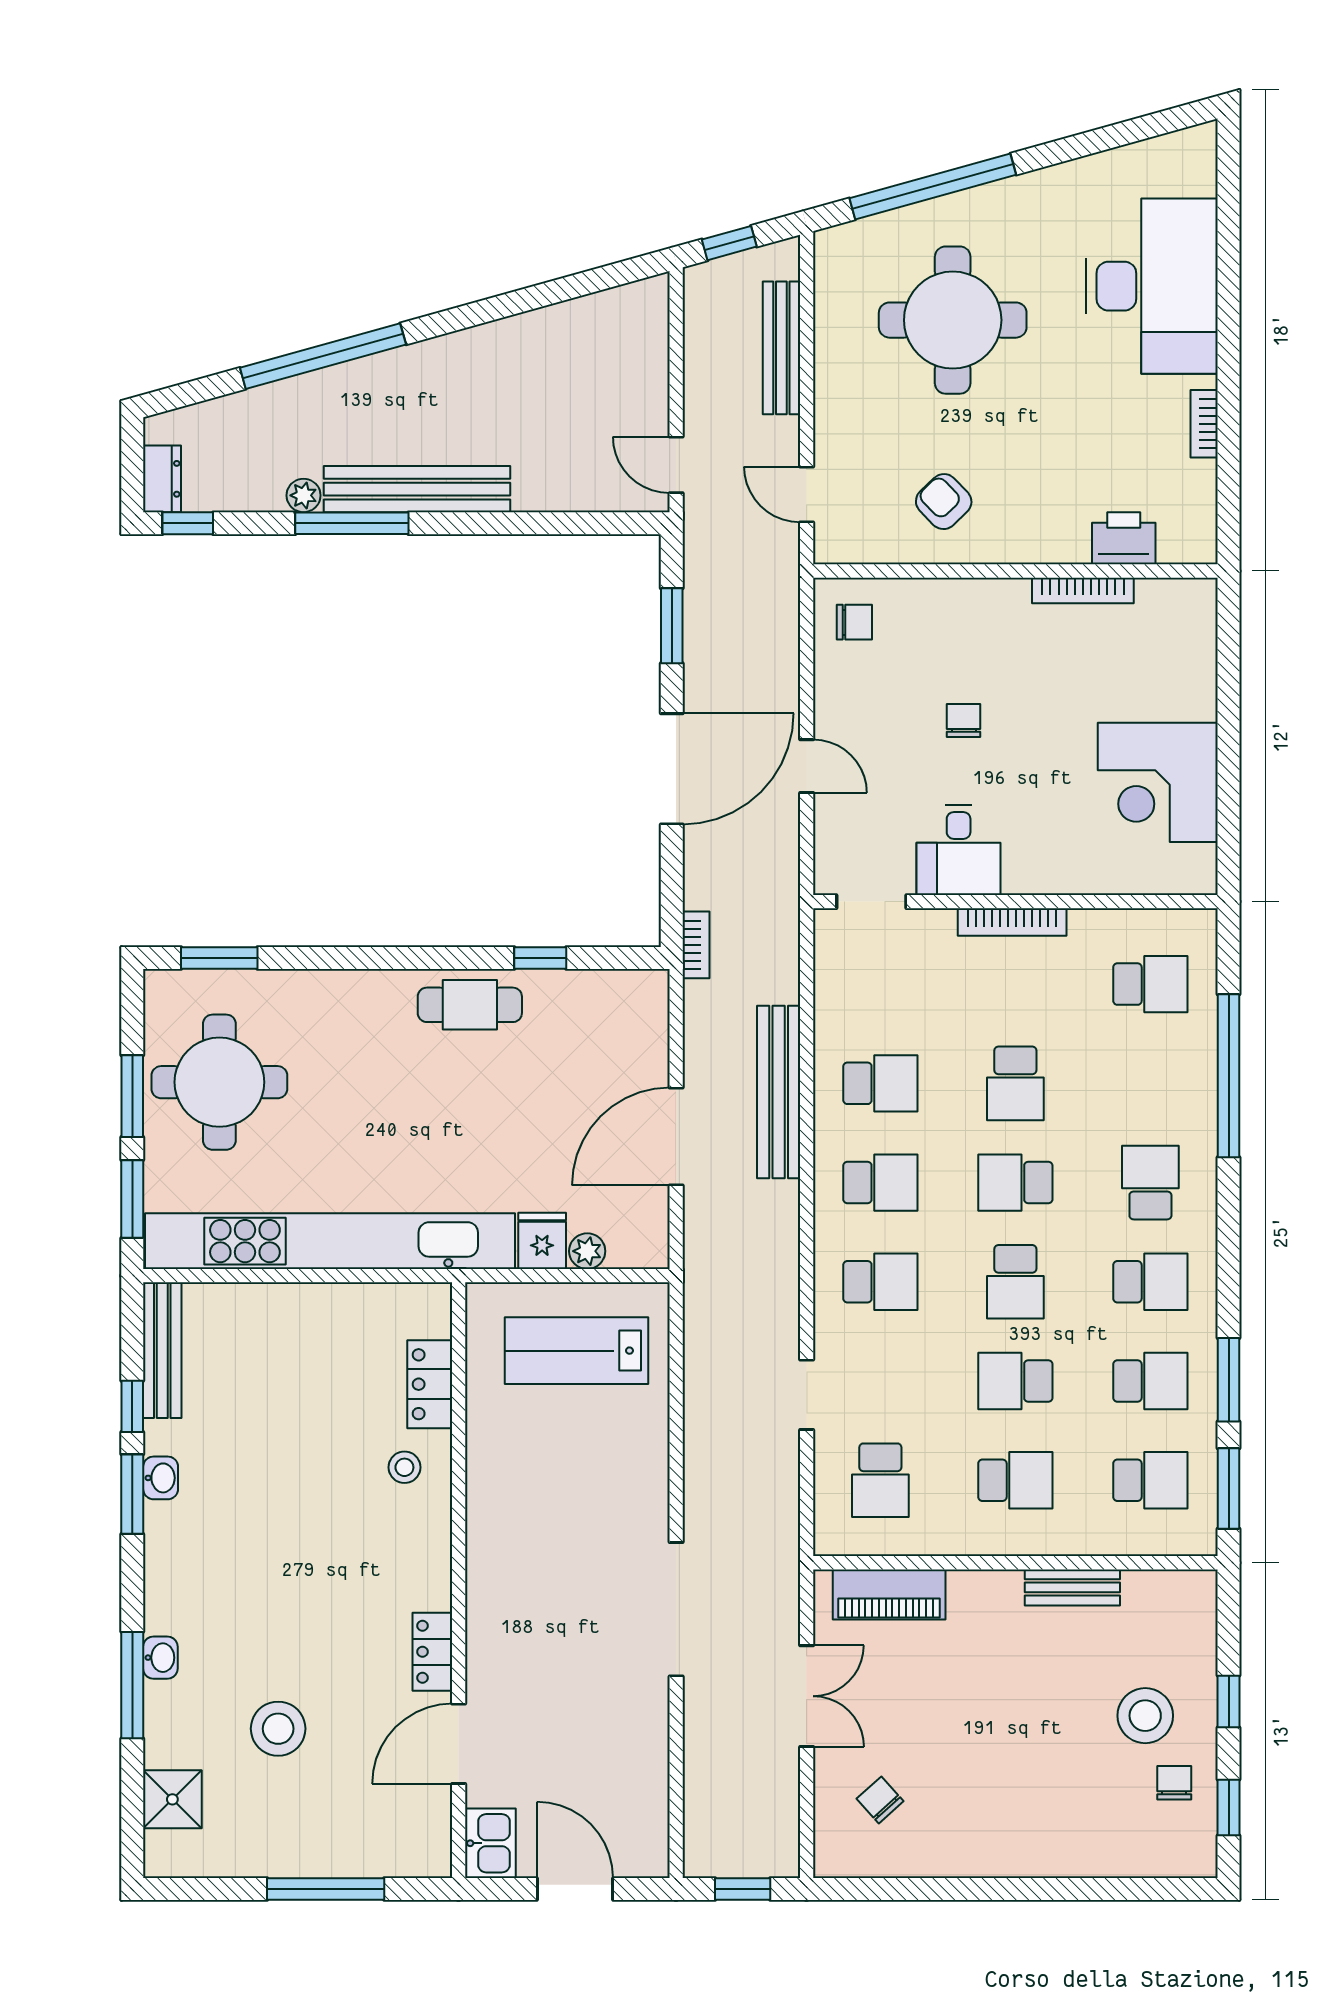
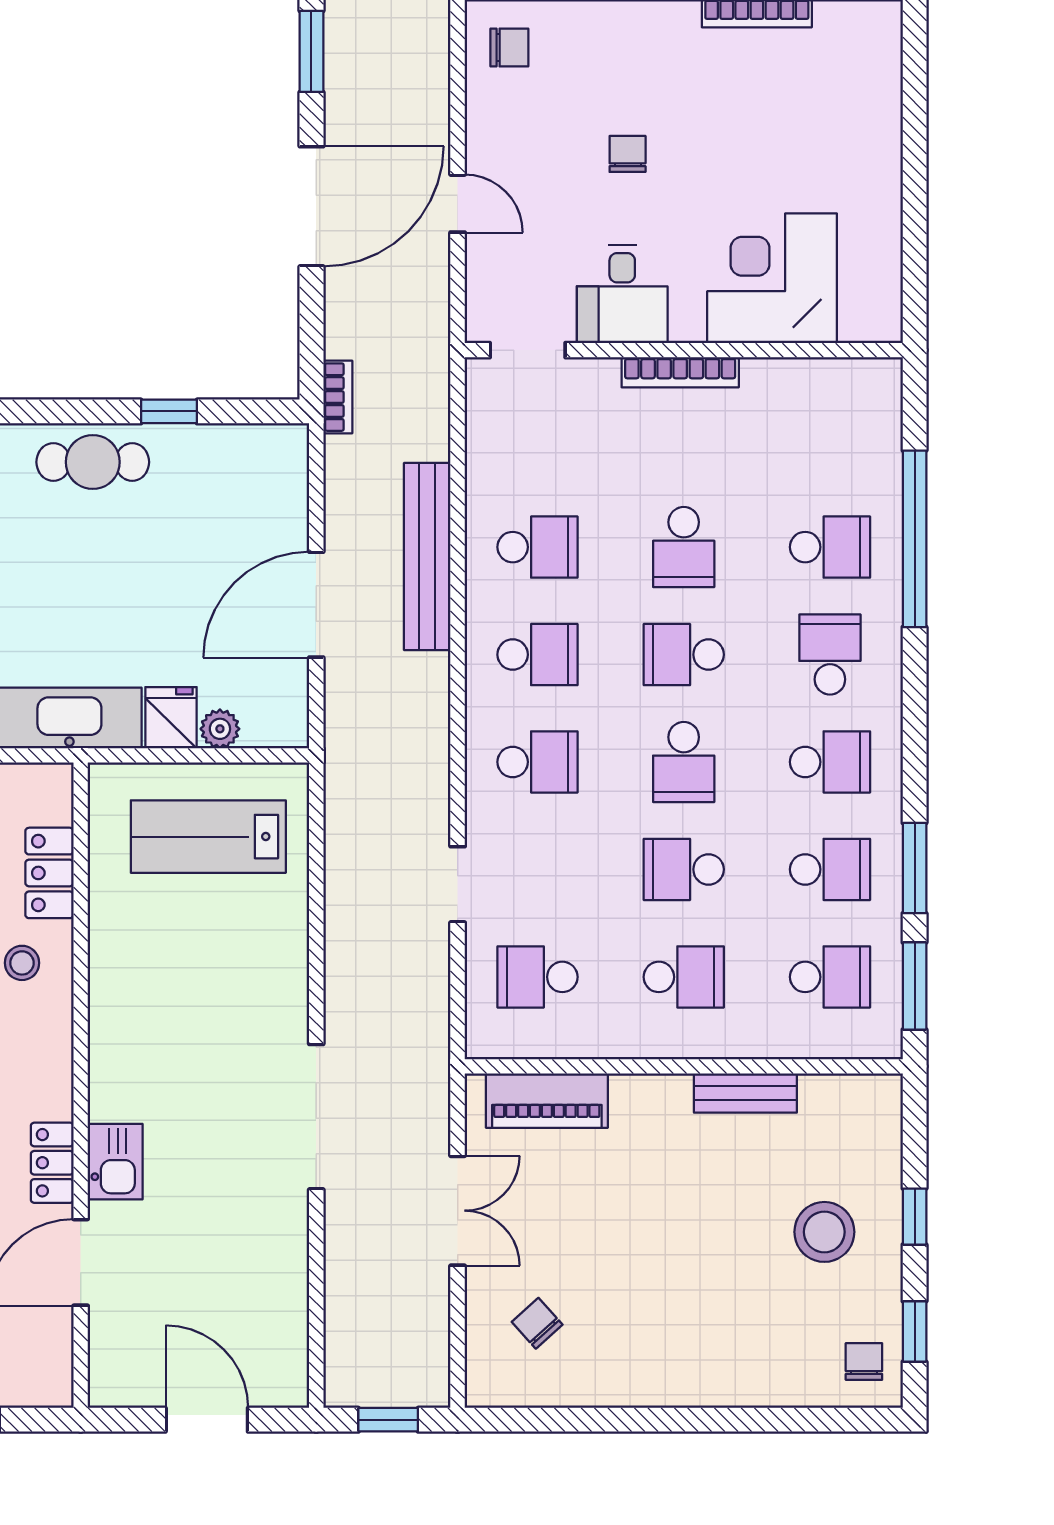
corner desk: (1158, 782) -> (772, 278), moved, turned 90
school desk: (1150, 984) -> (830, 547), moved
school desk: (880, 1480) -> (537, 977), turned 90
chair: (1174, 1783) -> (864, 1362), moved
kitchen sink: (490, 1843) -> (115, 1162), moved

